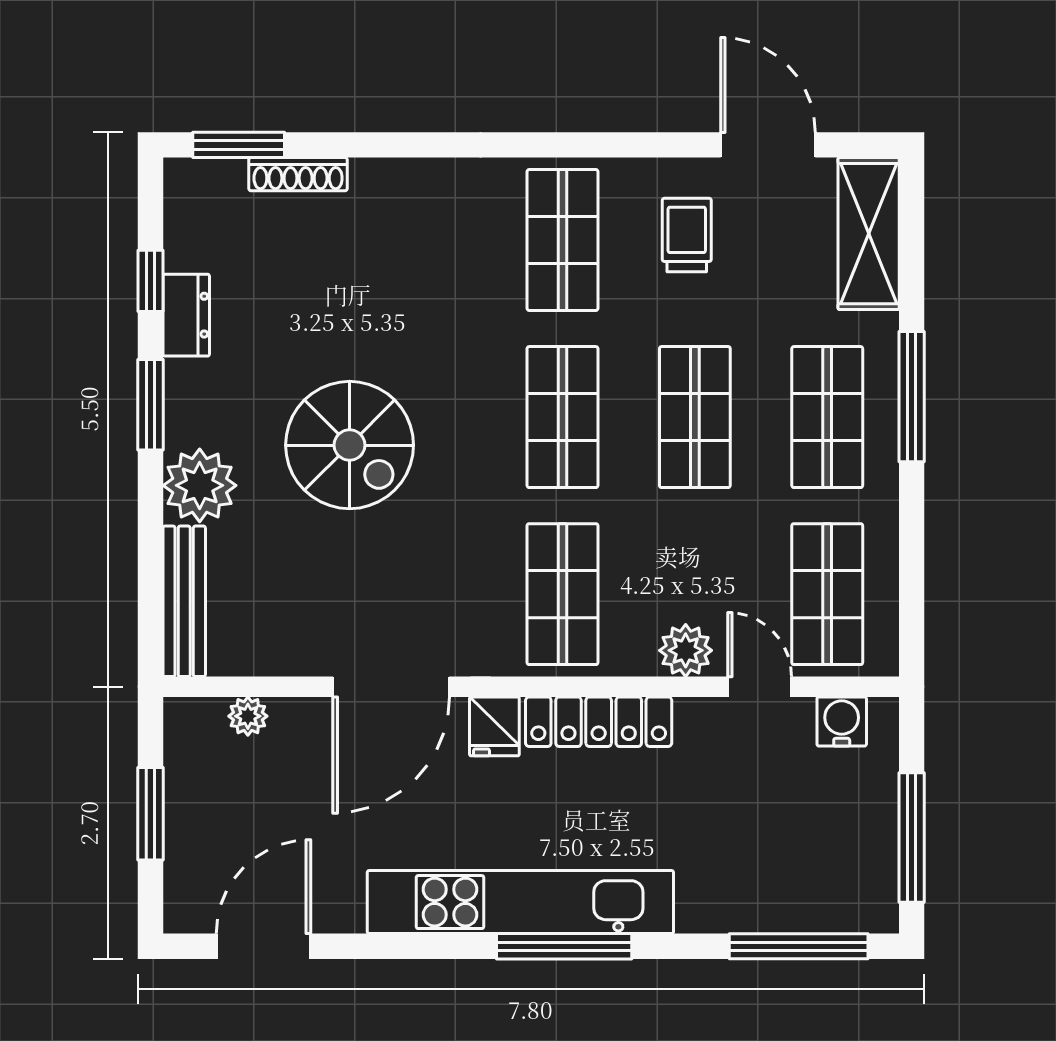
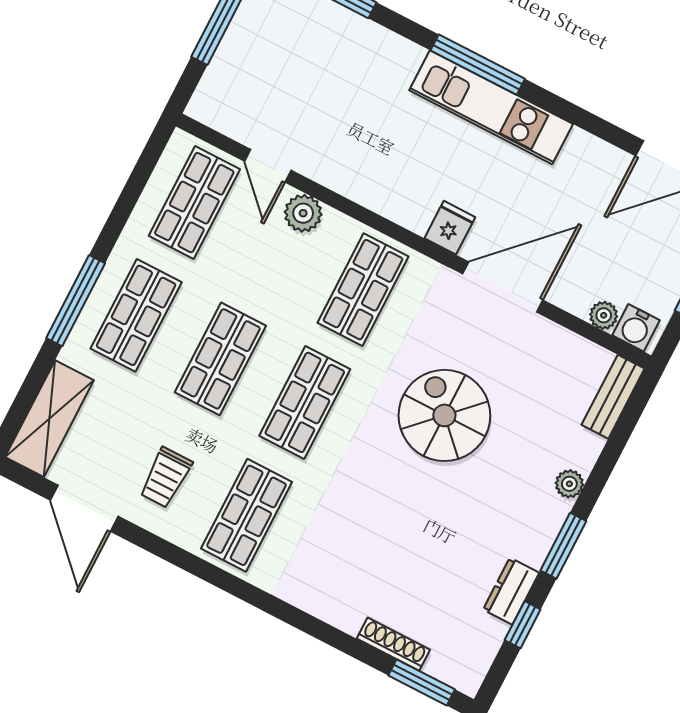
spiral stairs: (350, 445) -> (444, 415), moved
plant: (200, 485) -> (569, 484), width x0.53, depth x0.53
bench: (184, 601) -> (613, 397), width x0.73
water cooler: (842, 721) -> (636, 328), moved
locker: (599, 722) -> (382, 196), removed
kitchen unit: (520, 902) -> (491, 107), width x0.73

